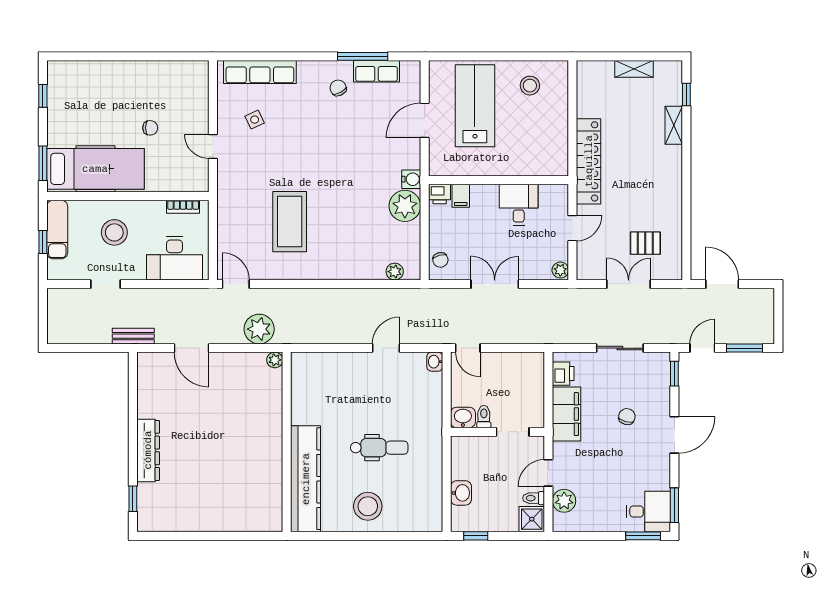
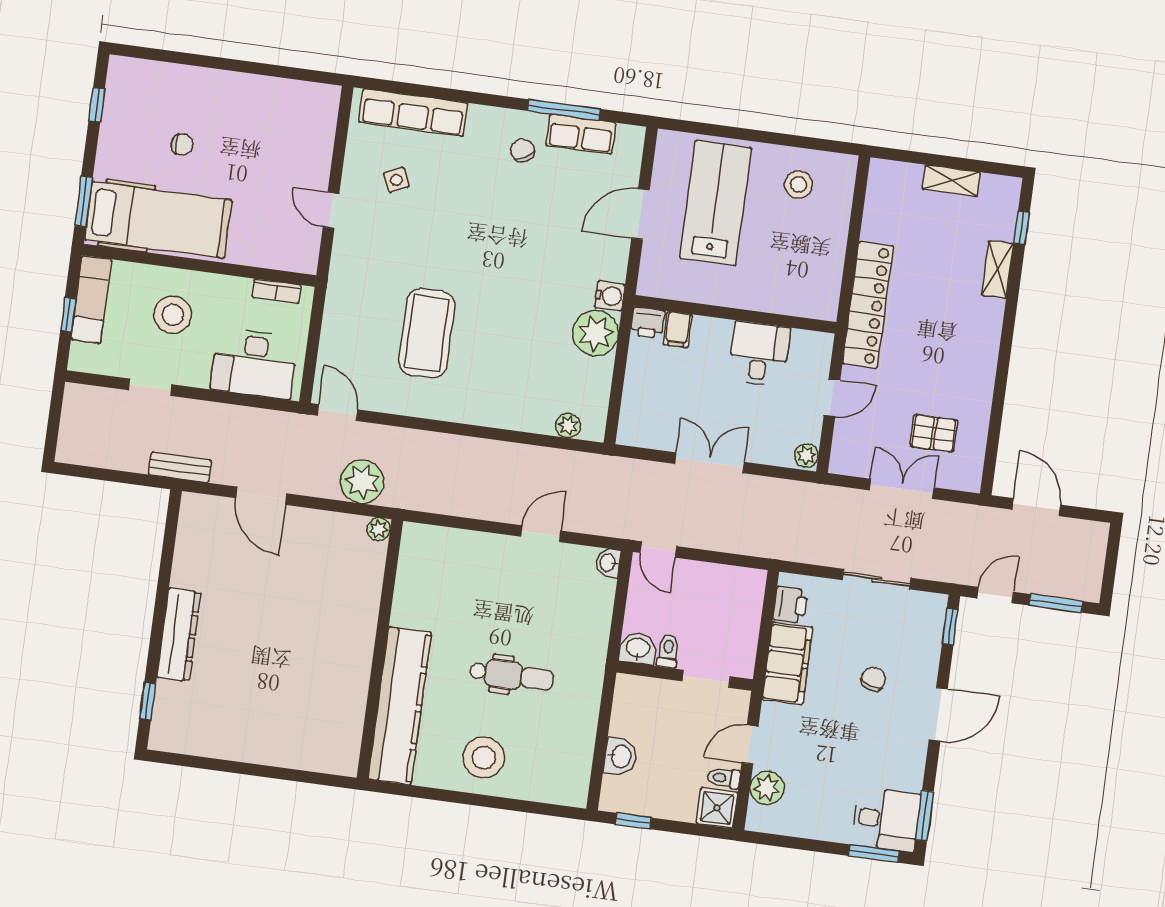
chair: (150, 128) -> (182, 145), moved
chair: (440, 260) -> (636, 418), removed

